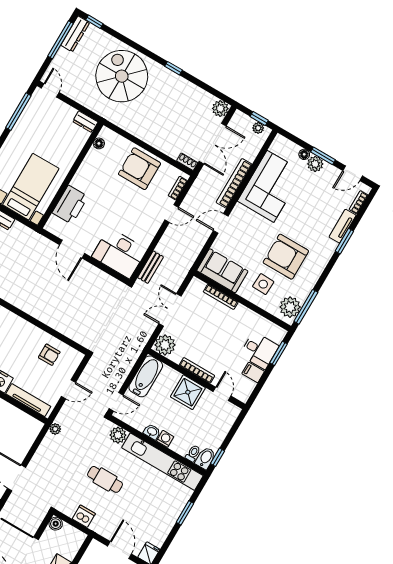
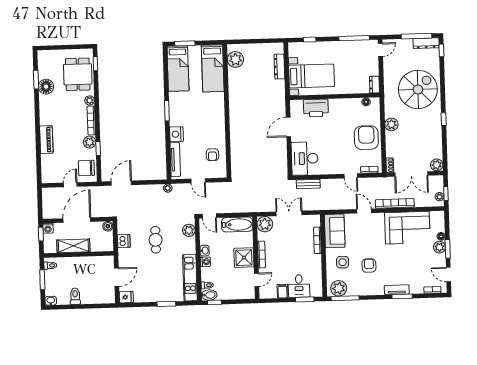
plant: (142, 131) -> (391, 124), added
tv unit: (343, 226) -> (397, 290), moved
armchair: (286, 257) -> (369, 266), width x0.53, depth x0.53
kitchen unit: (162, 462) -> (190, 278), width x0.73

